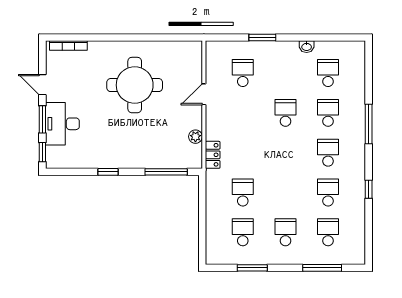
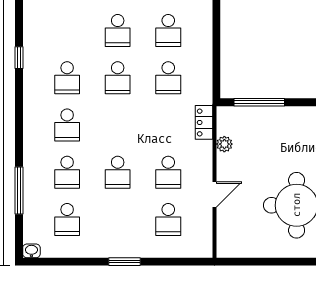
window: (262, 38) -> (124, 262), moved
washbasin: (307, 47) -> (31, 251), moved
school desk: (243, 113) -> (168, 172), added
window: (369, 124) -> (19, 191), moved
window: (369, 189) -> (19, 58), moved
school desk: (328, 232) -> (118, 78), moved

